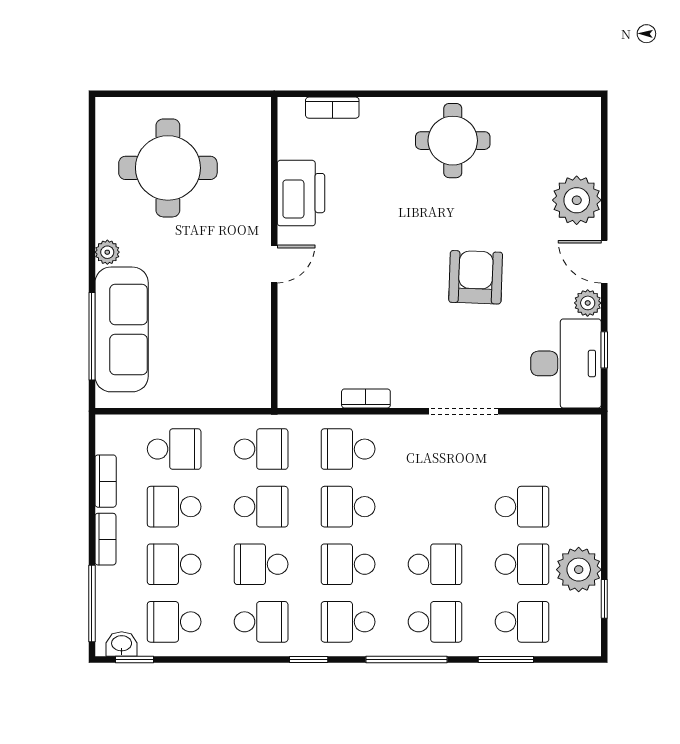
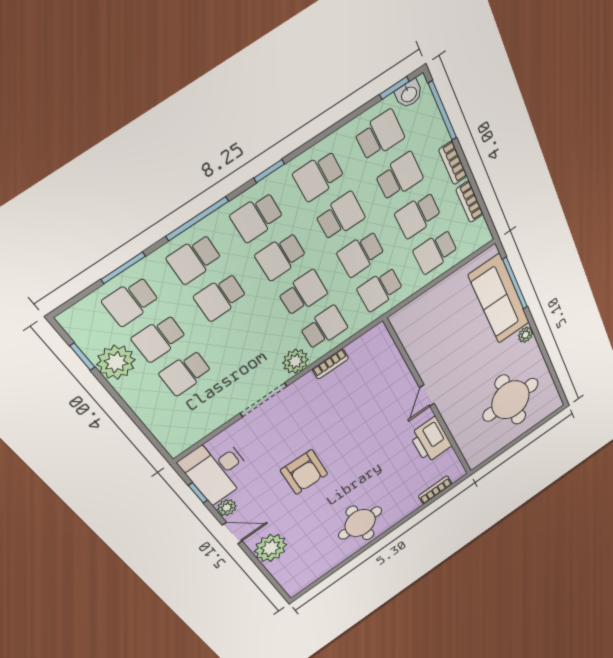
plant: (402, 432) -> (295, 361), added
school desk: (174, 507) -> (418, 215), turned 180
school desk: (348, 564) -> (281, 256), turned 180
school desk: (348, 622) -> (257, 217), turned 180

